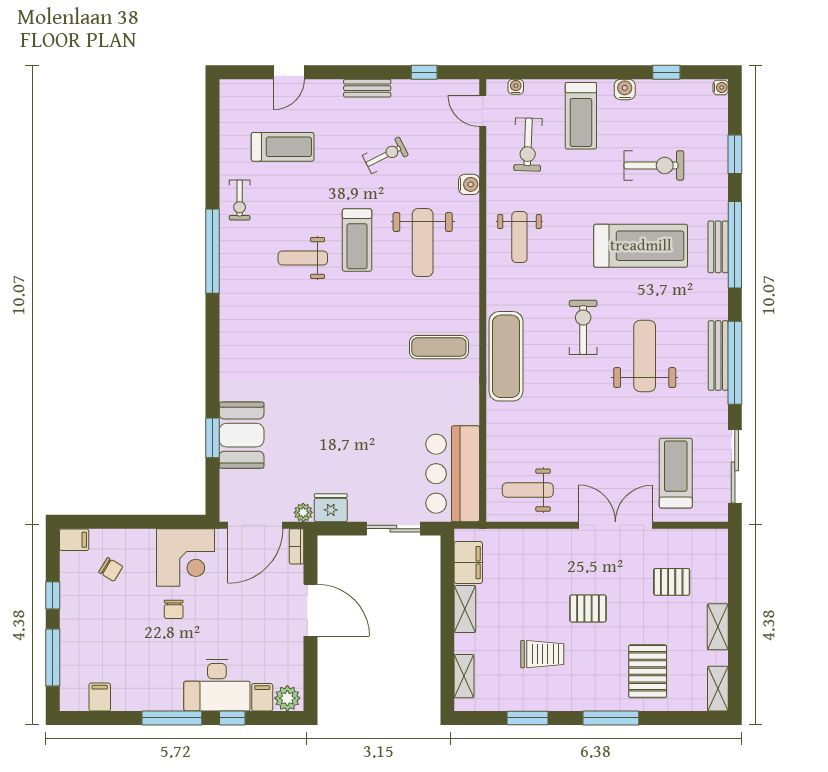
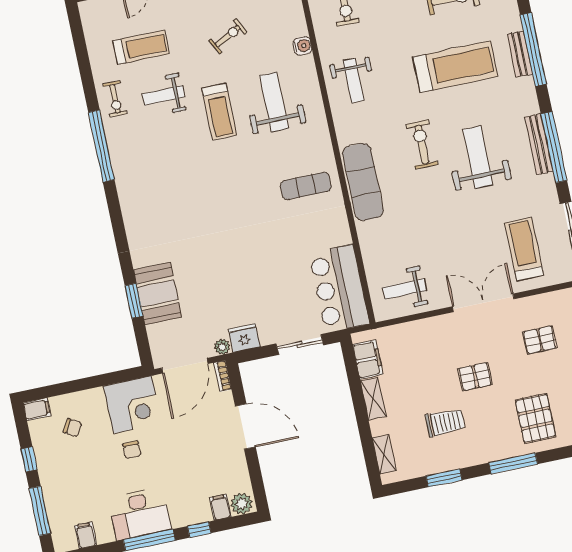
weight bench: (423, 243) -> (274, 102), turned 180
weight bench: (303, 258) -> (163, 95), moved
desk: (217, 685) -> (140, 514), moved

